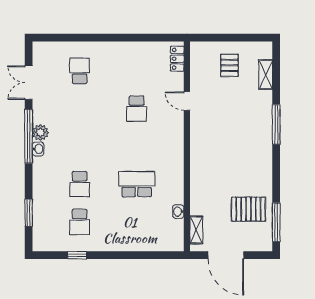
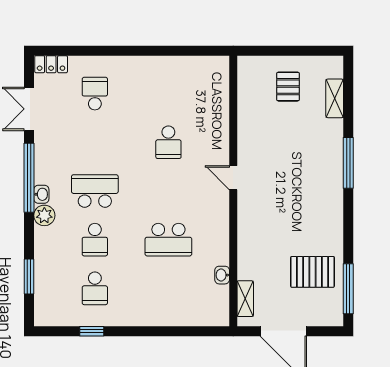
locker: (177, 59) -> (51, 64), moved, turned -90
door: (187, 101) -> (233, 178), moved
plant: (40, 133) -> (44, 215), moved
school desk: (80, 146) -> (95, 191), added
school desk: (137, 184) -> (168, 240), turned 180

